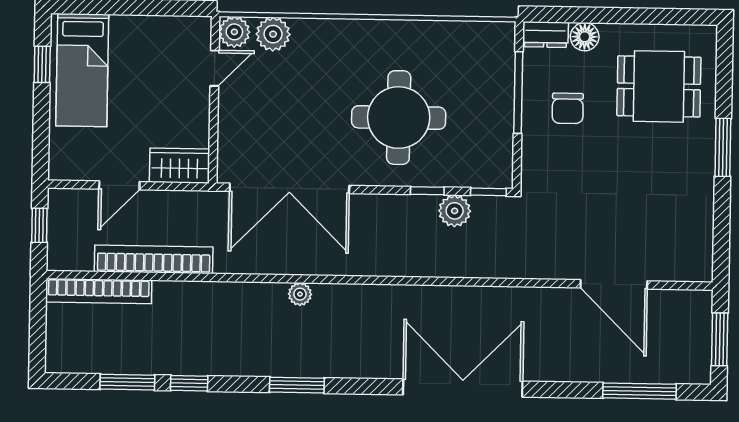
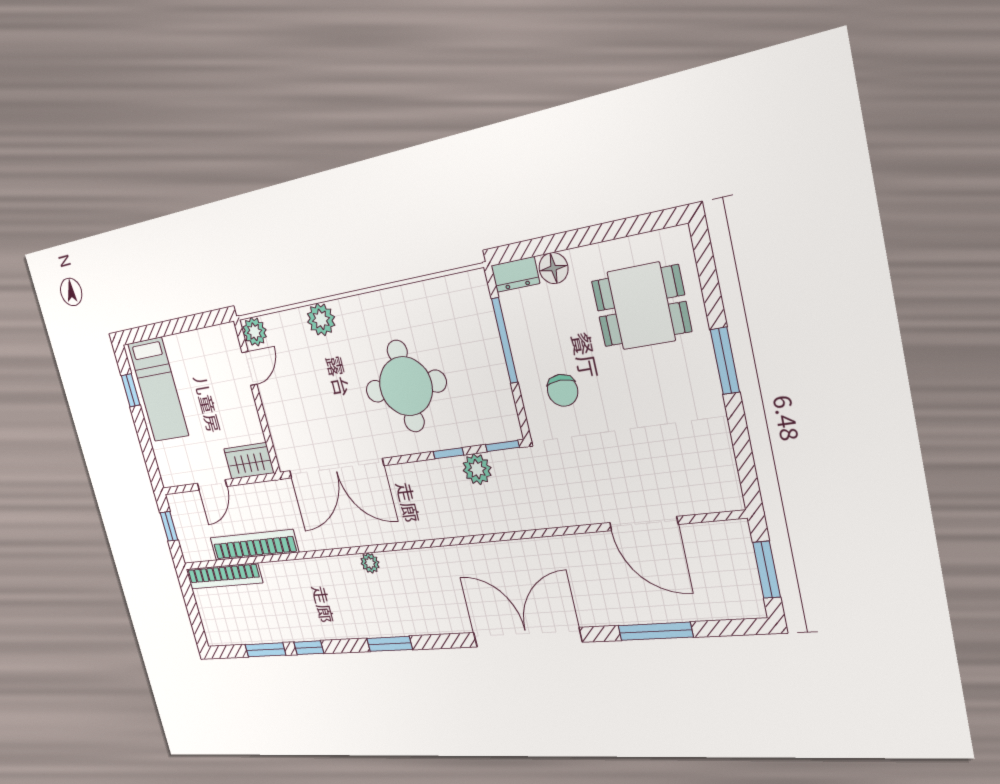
plant: (273, 34) -> (321, 319), moved
chair: (568, 108) -> (563, 390), moved
window: (640, 391) -> (655, 631), moved

